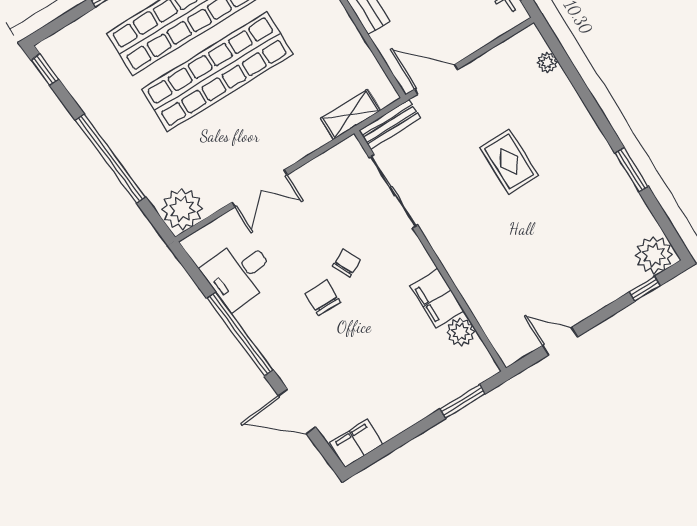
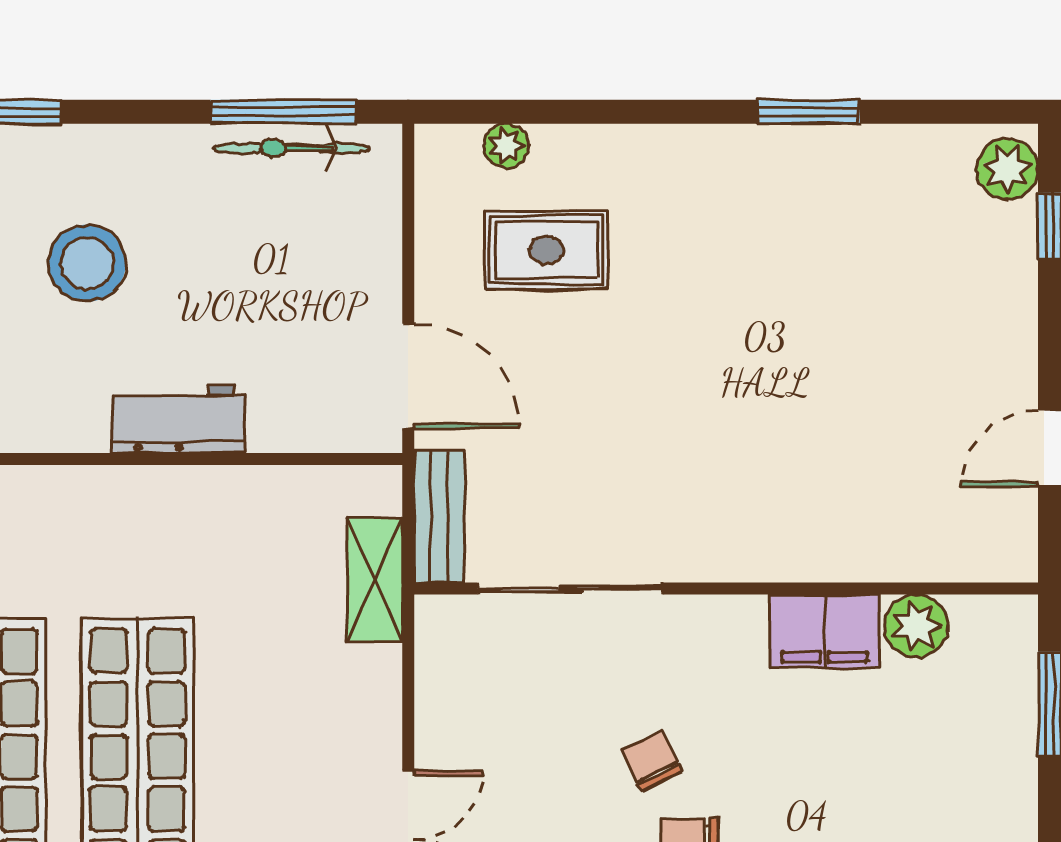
door: (436, 79) -> (408, 376), swing flipped
rug: (509, 162) -> (546, 250), moved
plant: (654, 255) -> (1007, 169), width x0.73, depth x0.73

